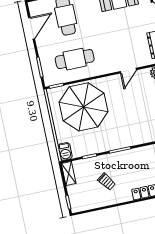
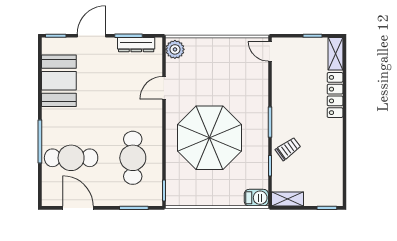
door: (128, 71) -> (164, 88), swing flipped
parasol: (84, 107) -> (210, 138), moved
trolley: (107, 182) -> (288, 149), moved

